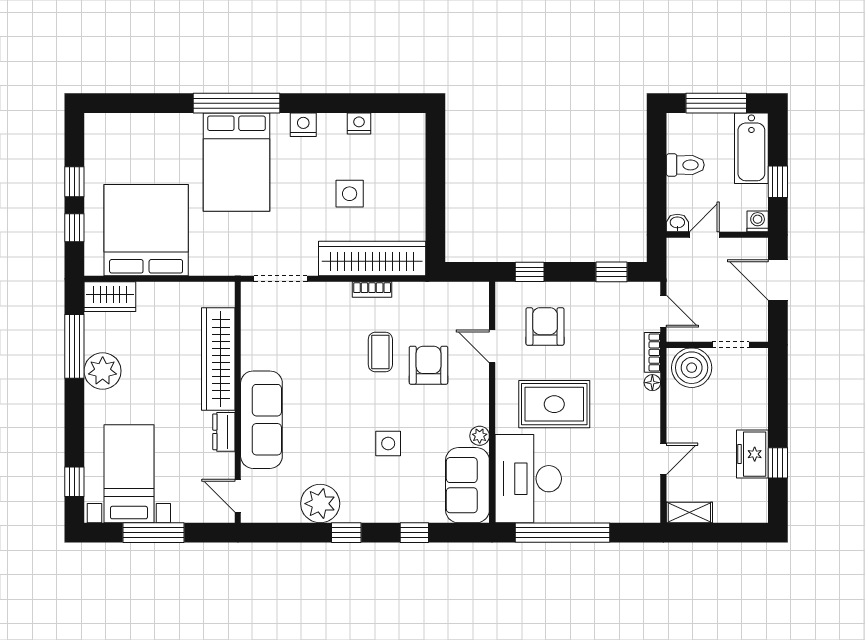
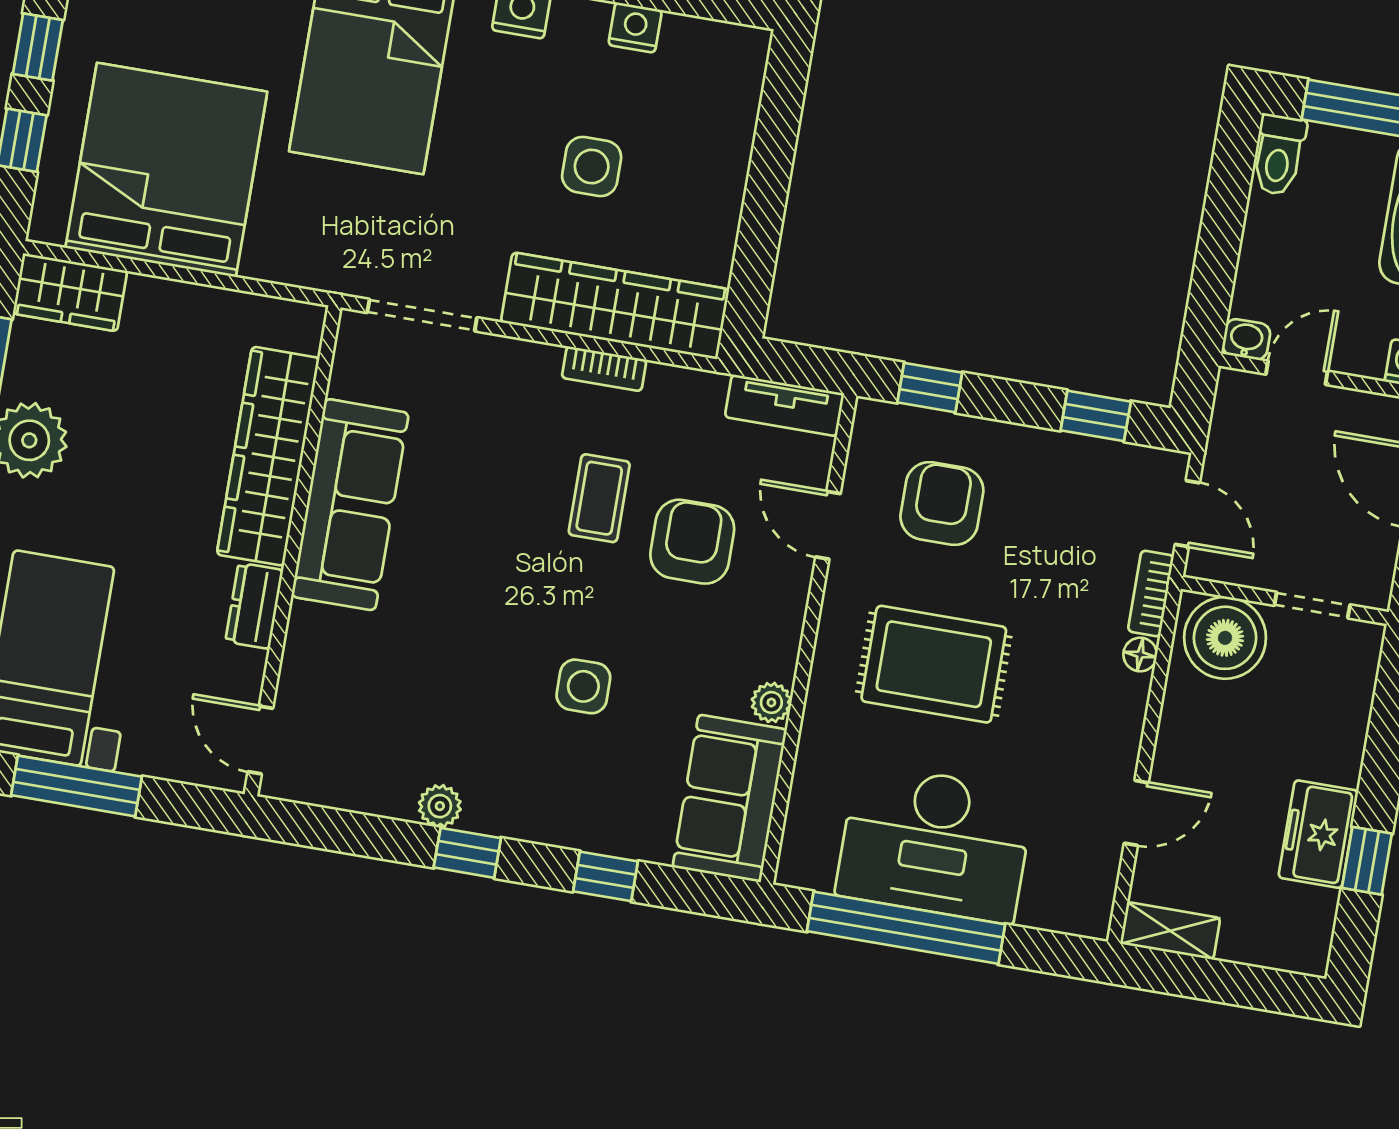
toilet: (685, 165) -> (1279, 155), moved, turned 90
tv unit: (462, 292) -> (784, 405), added
sofa: (261, 420) -> (350, 505), moved
desk: (528, 479) -> (935, 843), moved, turned -90
plant: (320, 504) -> (440, 806), width x0.53, depth x0.53

